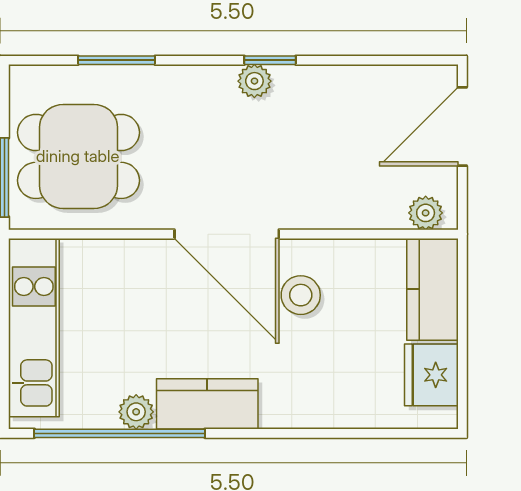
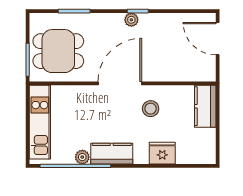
door: (462, 126) -> (218, 39), hinge flipped
plant: (426, 213) -> (202, 75), removed
door: (227, 234) -> (120, 83), swing flipped
fridge: (431, 375) -> (162, 153), moved, turned 90

